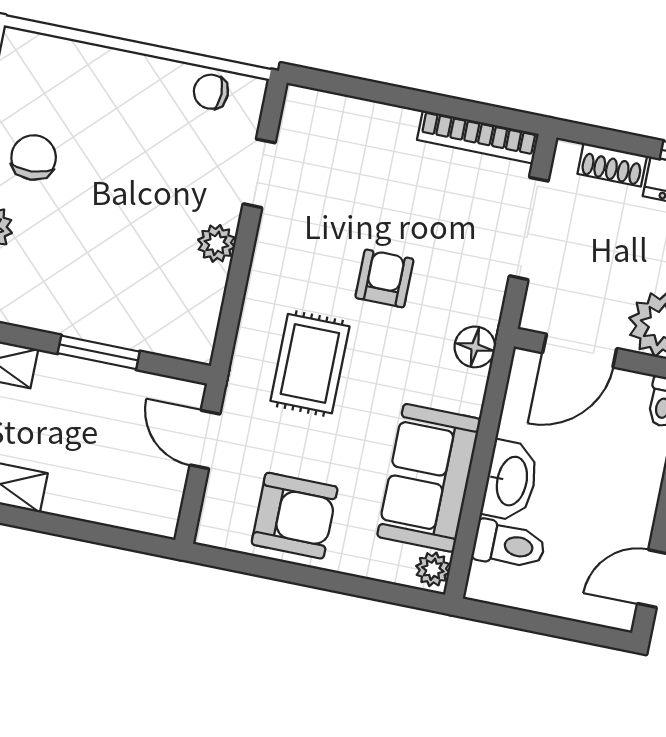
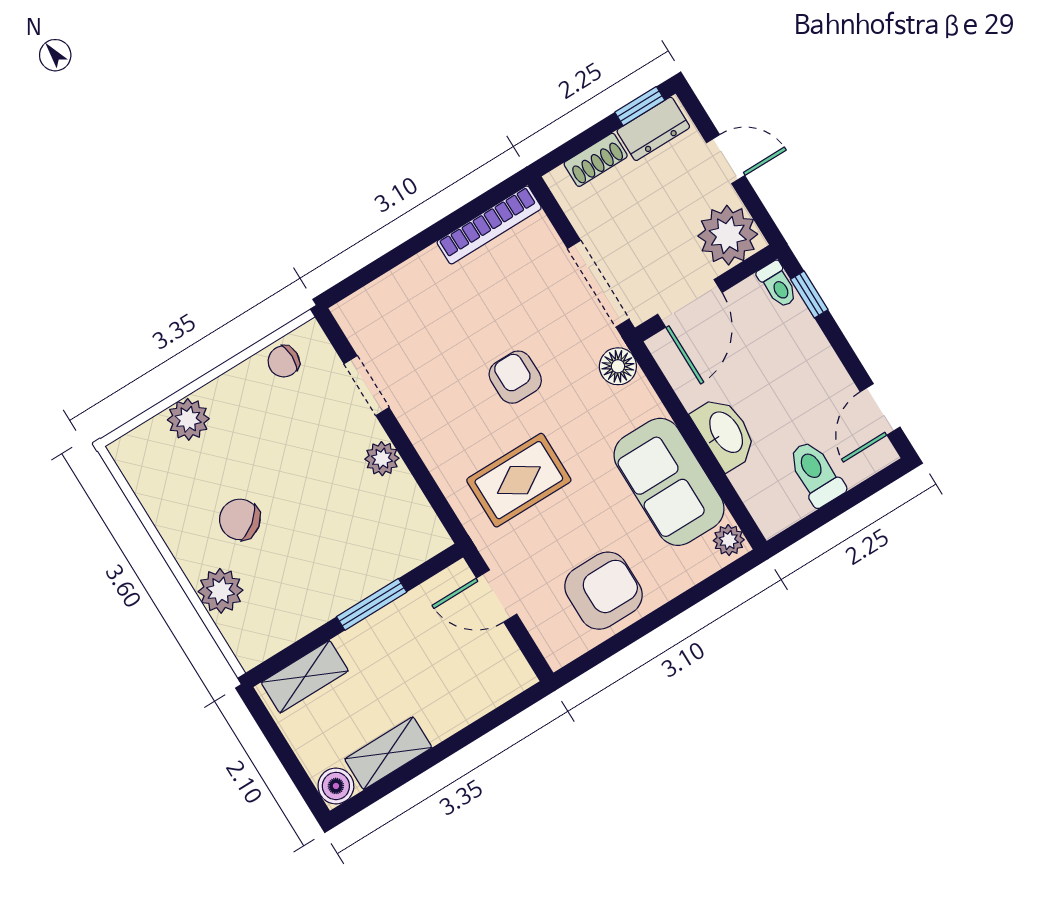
plant: (91, 66) -> (188, 419), added
chair: (34, 158) -> (240, 519), moved, turned -34
doorway: (529, 228) -> (598, 284), moved
rug: (310, 364) -> (519, 480), turned 90
toilet: (509, 545) -> (816, 473), moved, turned -90

